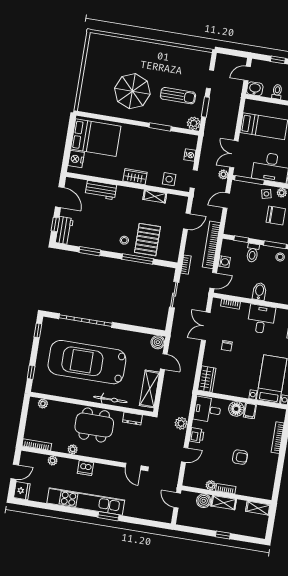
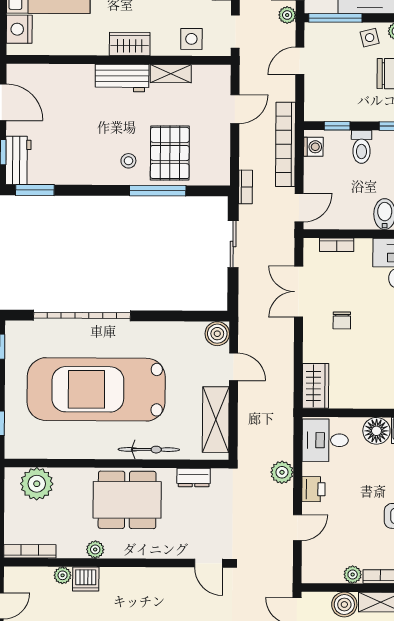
workbench: (101, 190) -> (122, 78), moved
window: (90, 251) -> (35, 190), moved
washing machine: (224, 262) -> (313, 147), moved
plant: (43, 404) -> (37, 484), width x1.88, depth x1.88
dishwasher: (85, 468) -> (86, 579), moved

